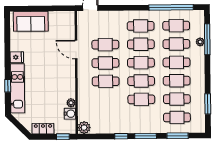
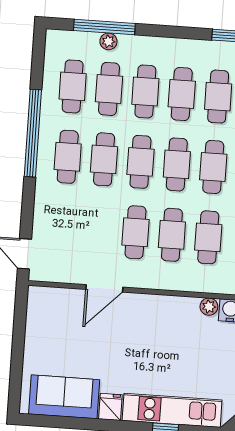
window: (171, 7) -> (33, 133), moved
sofa: (31, 21) -> (64, 397), moved, turned -90
cafe table: (105, 45) -> (208, 237), moved

